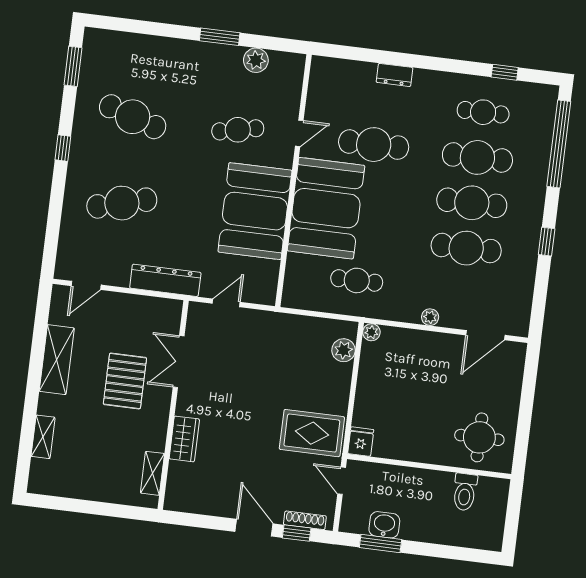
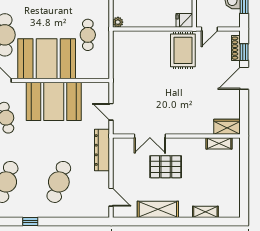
cafe table: (122, 203) -> (59, 182), turned 33
plant: (344, 350) -> (131, 38), removed
wardrobe: (184, 439) -> (227, 127), moved

